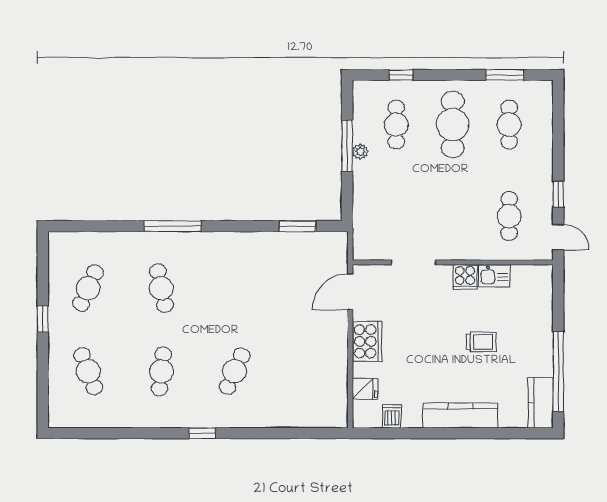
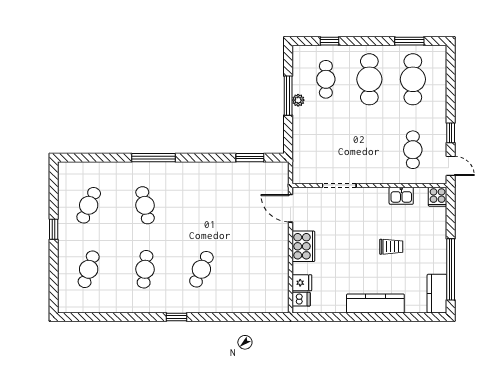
cafe table: (509, 125) -> (413, 79), width x1.37, depth x1.35
cooker: (465, 277) -> (438, 197), moved
door: (350, 292) -> (290, 208), hinge flipped
cafe table: (88, 371) -> (89, 269), turned 39
dishwasher: (392, 416) -> (301, 299), moved, turned 90

